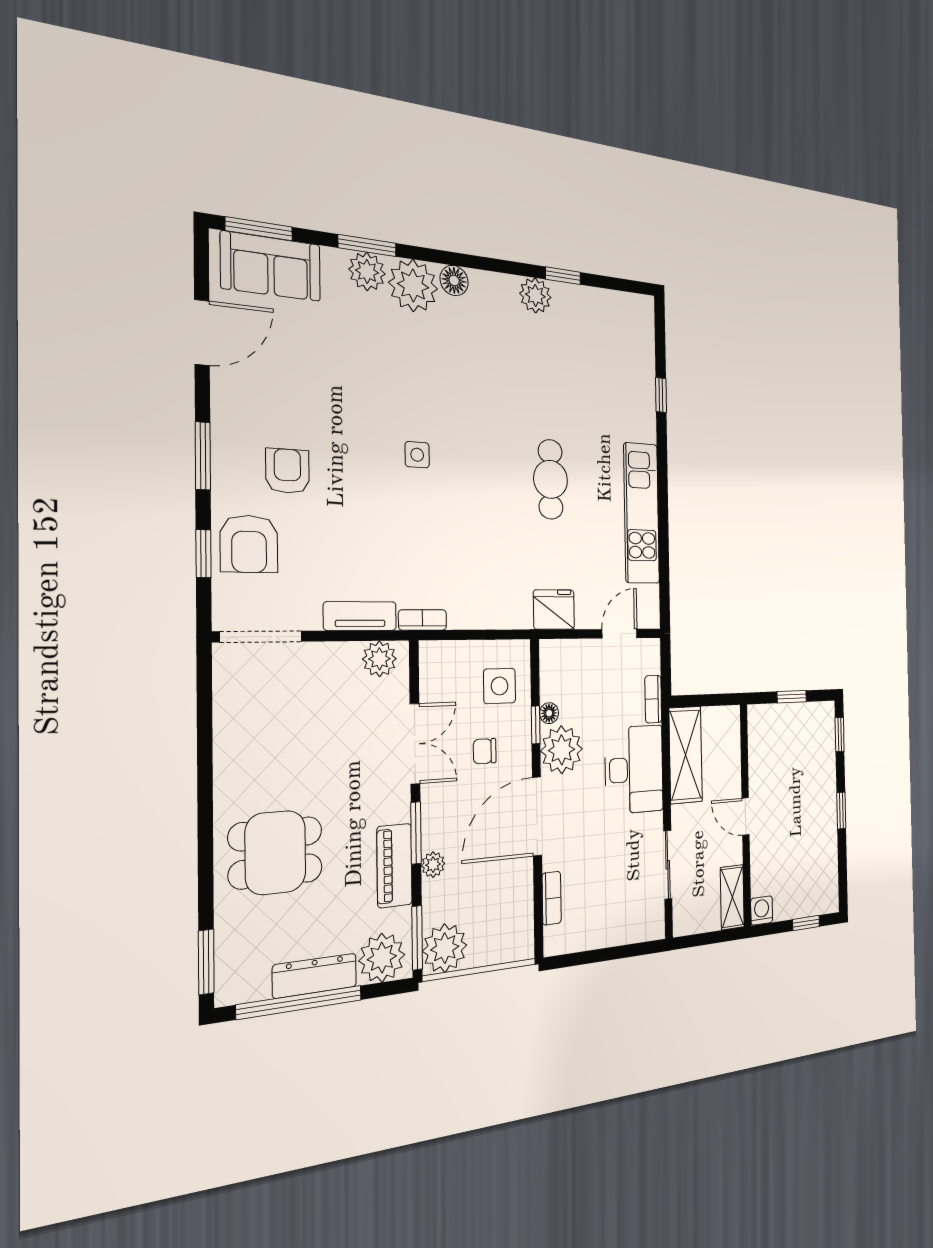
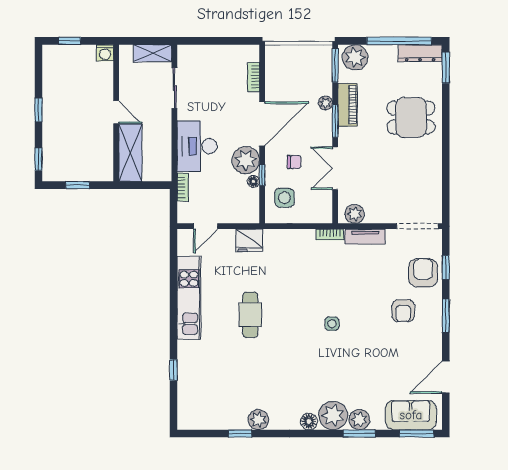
shelving: (686, 755) -> (130, 153), moved
shelving: (732, 897) -> (153, 53), moved, turned 90
plant: (445, 948) -> (319, 58), removed
dresser: (315, 976) -> (420, 53), moved

